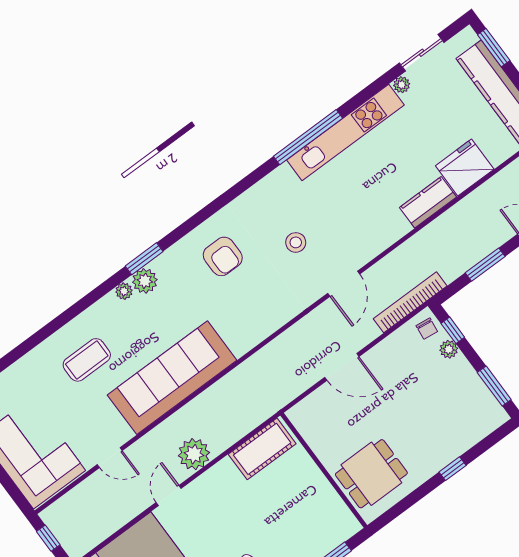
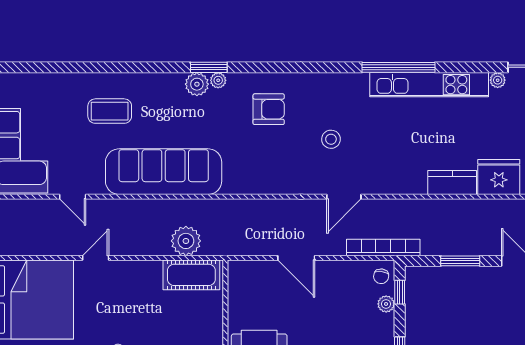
armchair: (223, 256) -> (269, 109), turned -90
plant: (124, 291) -> (218, 80), moved
plant: (194, 454) -> (186, 241), moved

